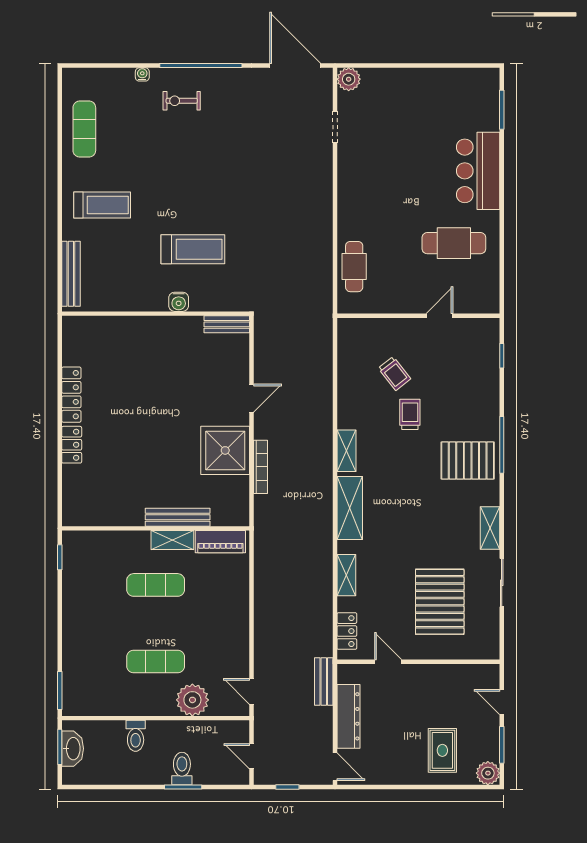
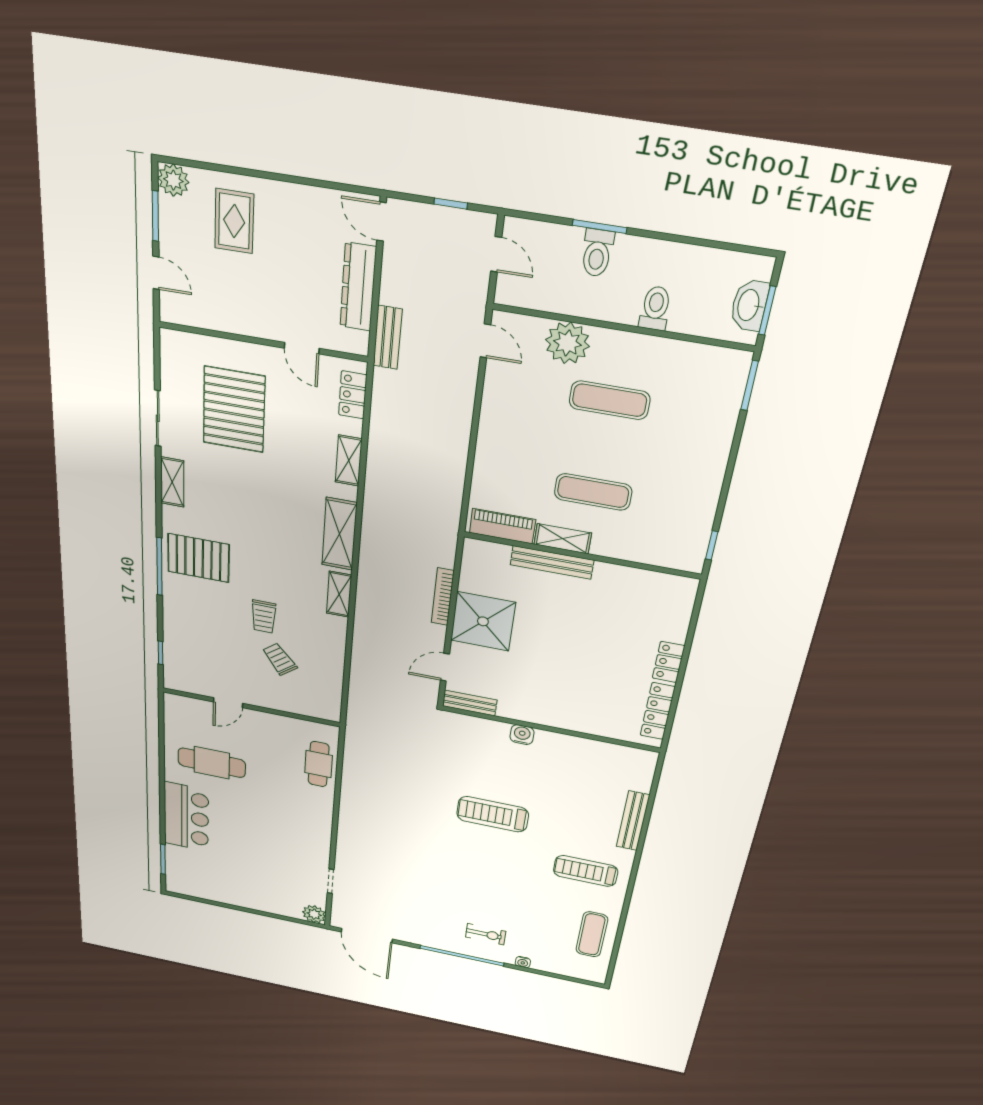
water cooler: (179, 302) -> (522, 735), moved
wall: (156, 314) -> (550, 729), moved
bench: (227, 324) -> (470, 703), moved

